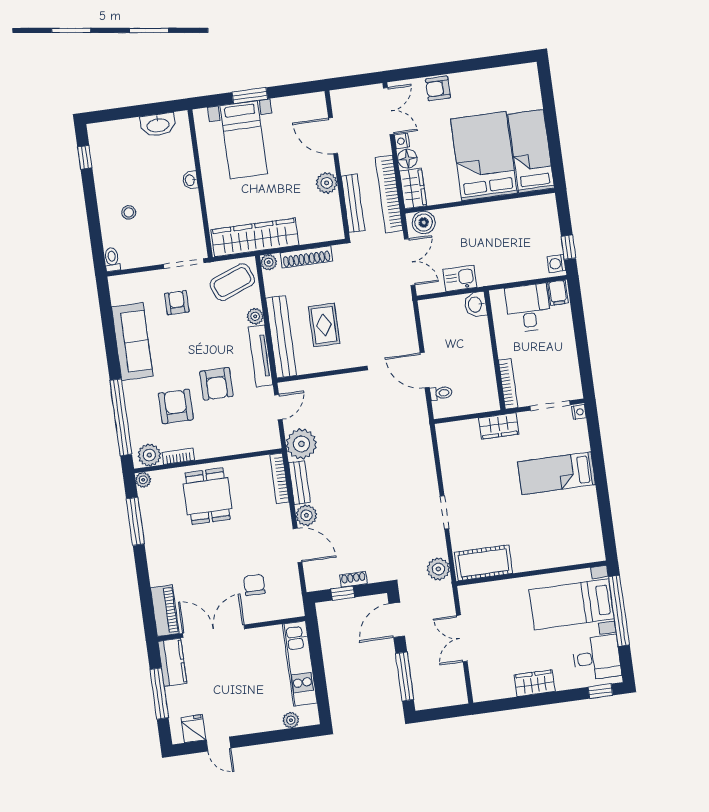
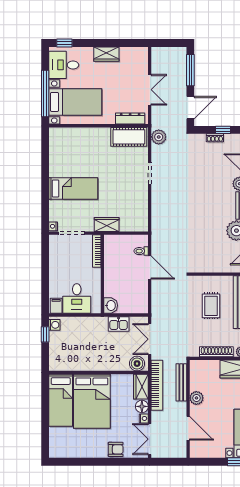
dresser: (485, 591) -> (130, 119), added

